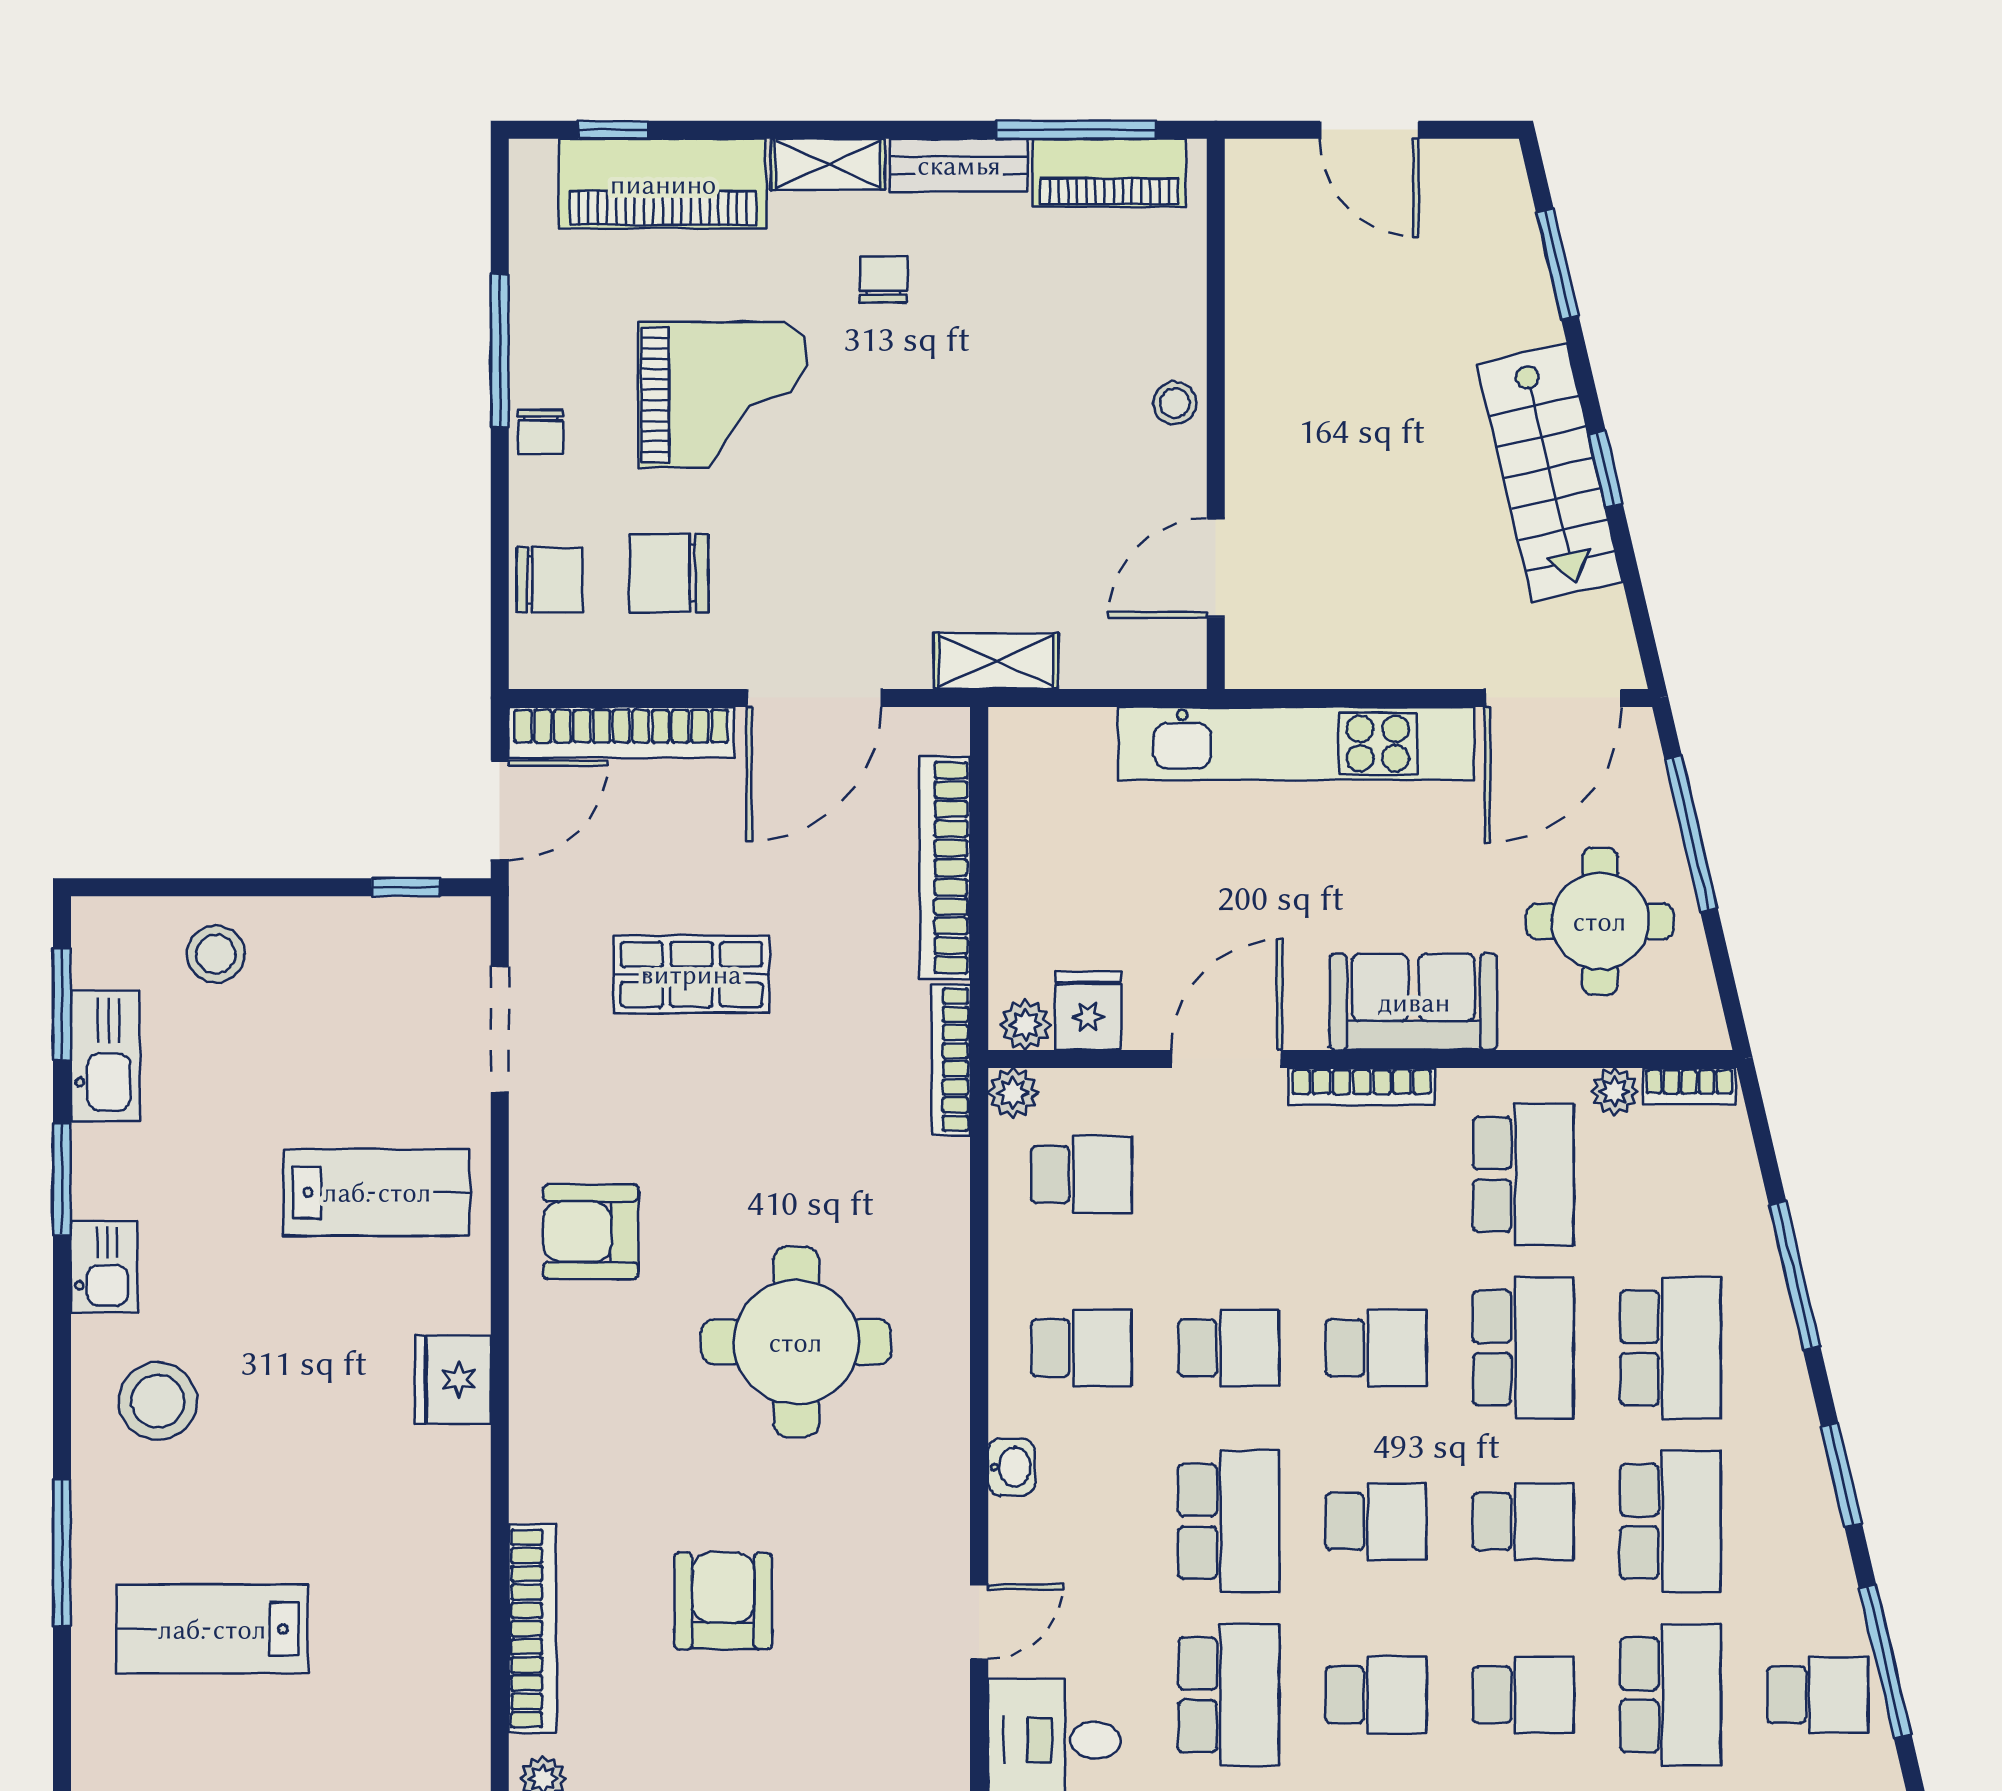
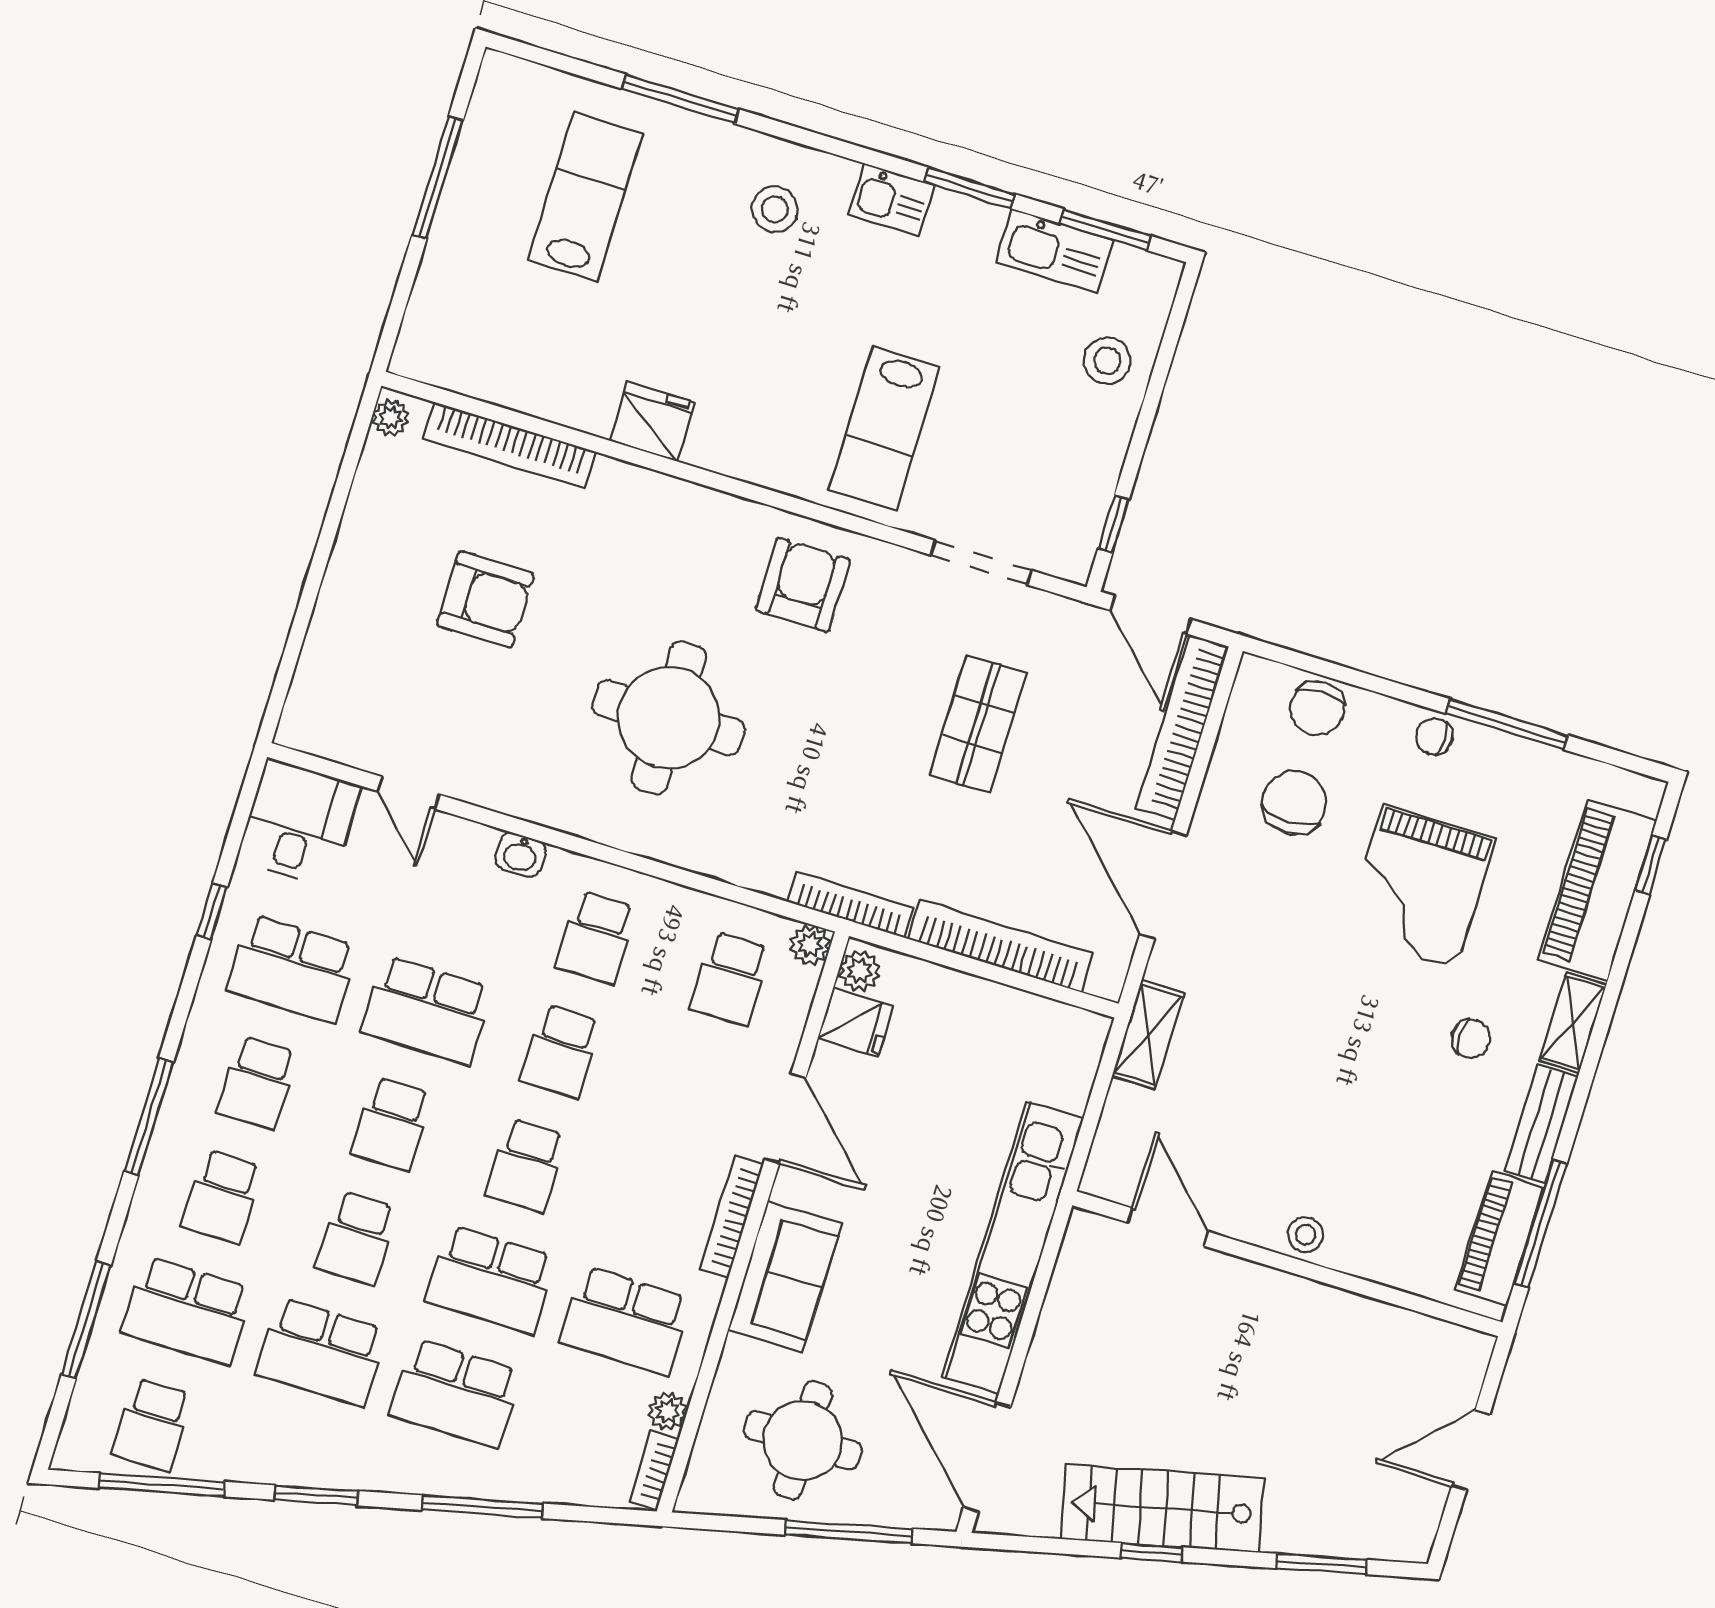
fridge: (453, 1380) -> (652, 422), moved
stool: (158, 1401) -> (775, 209), width x0.73, depth x0.73

